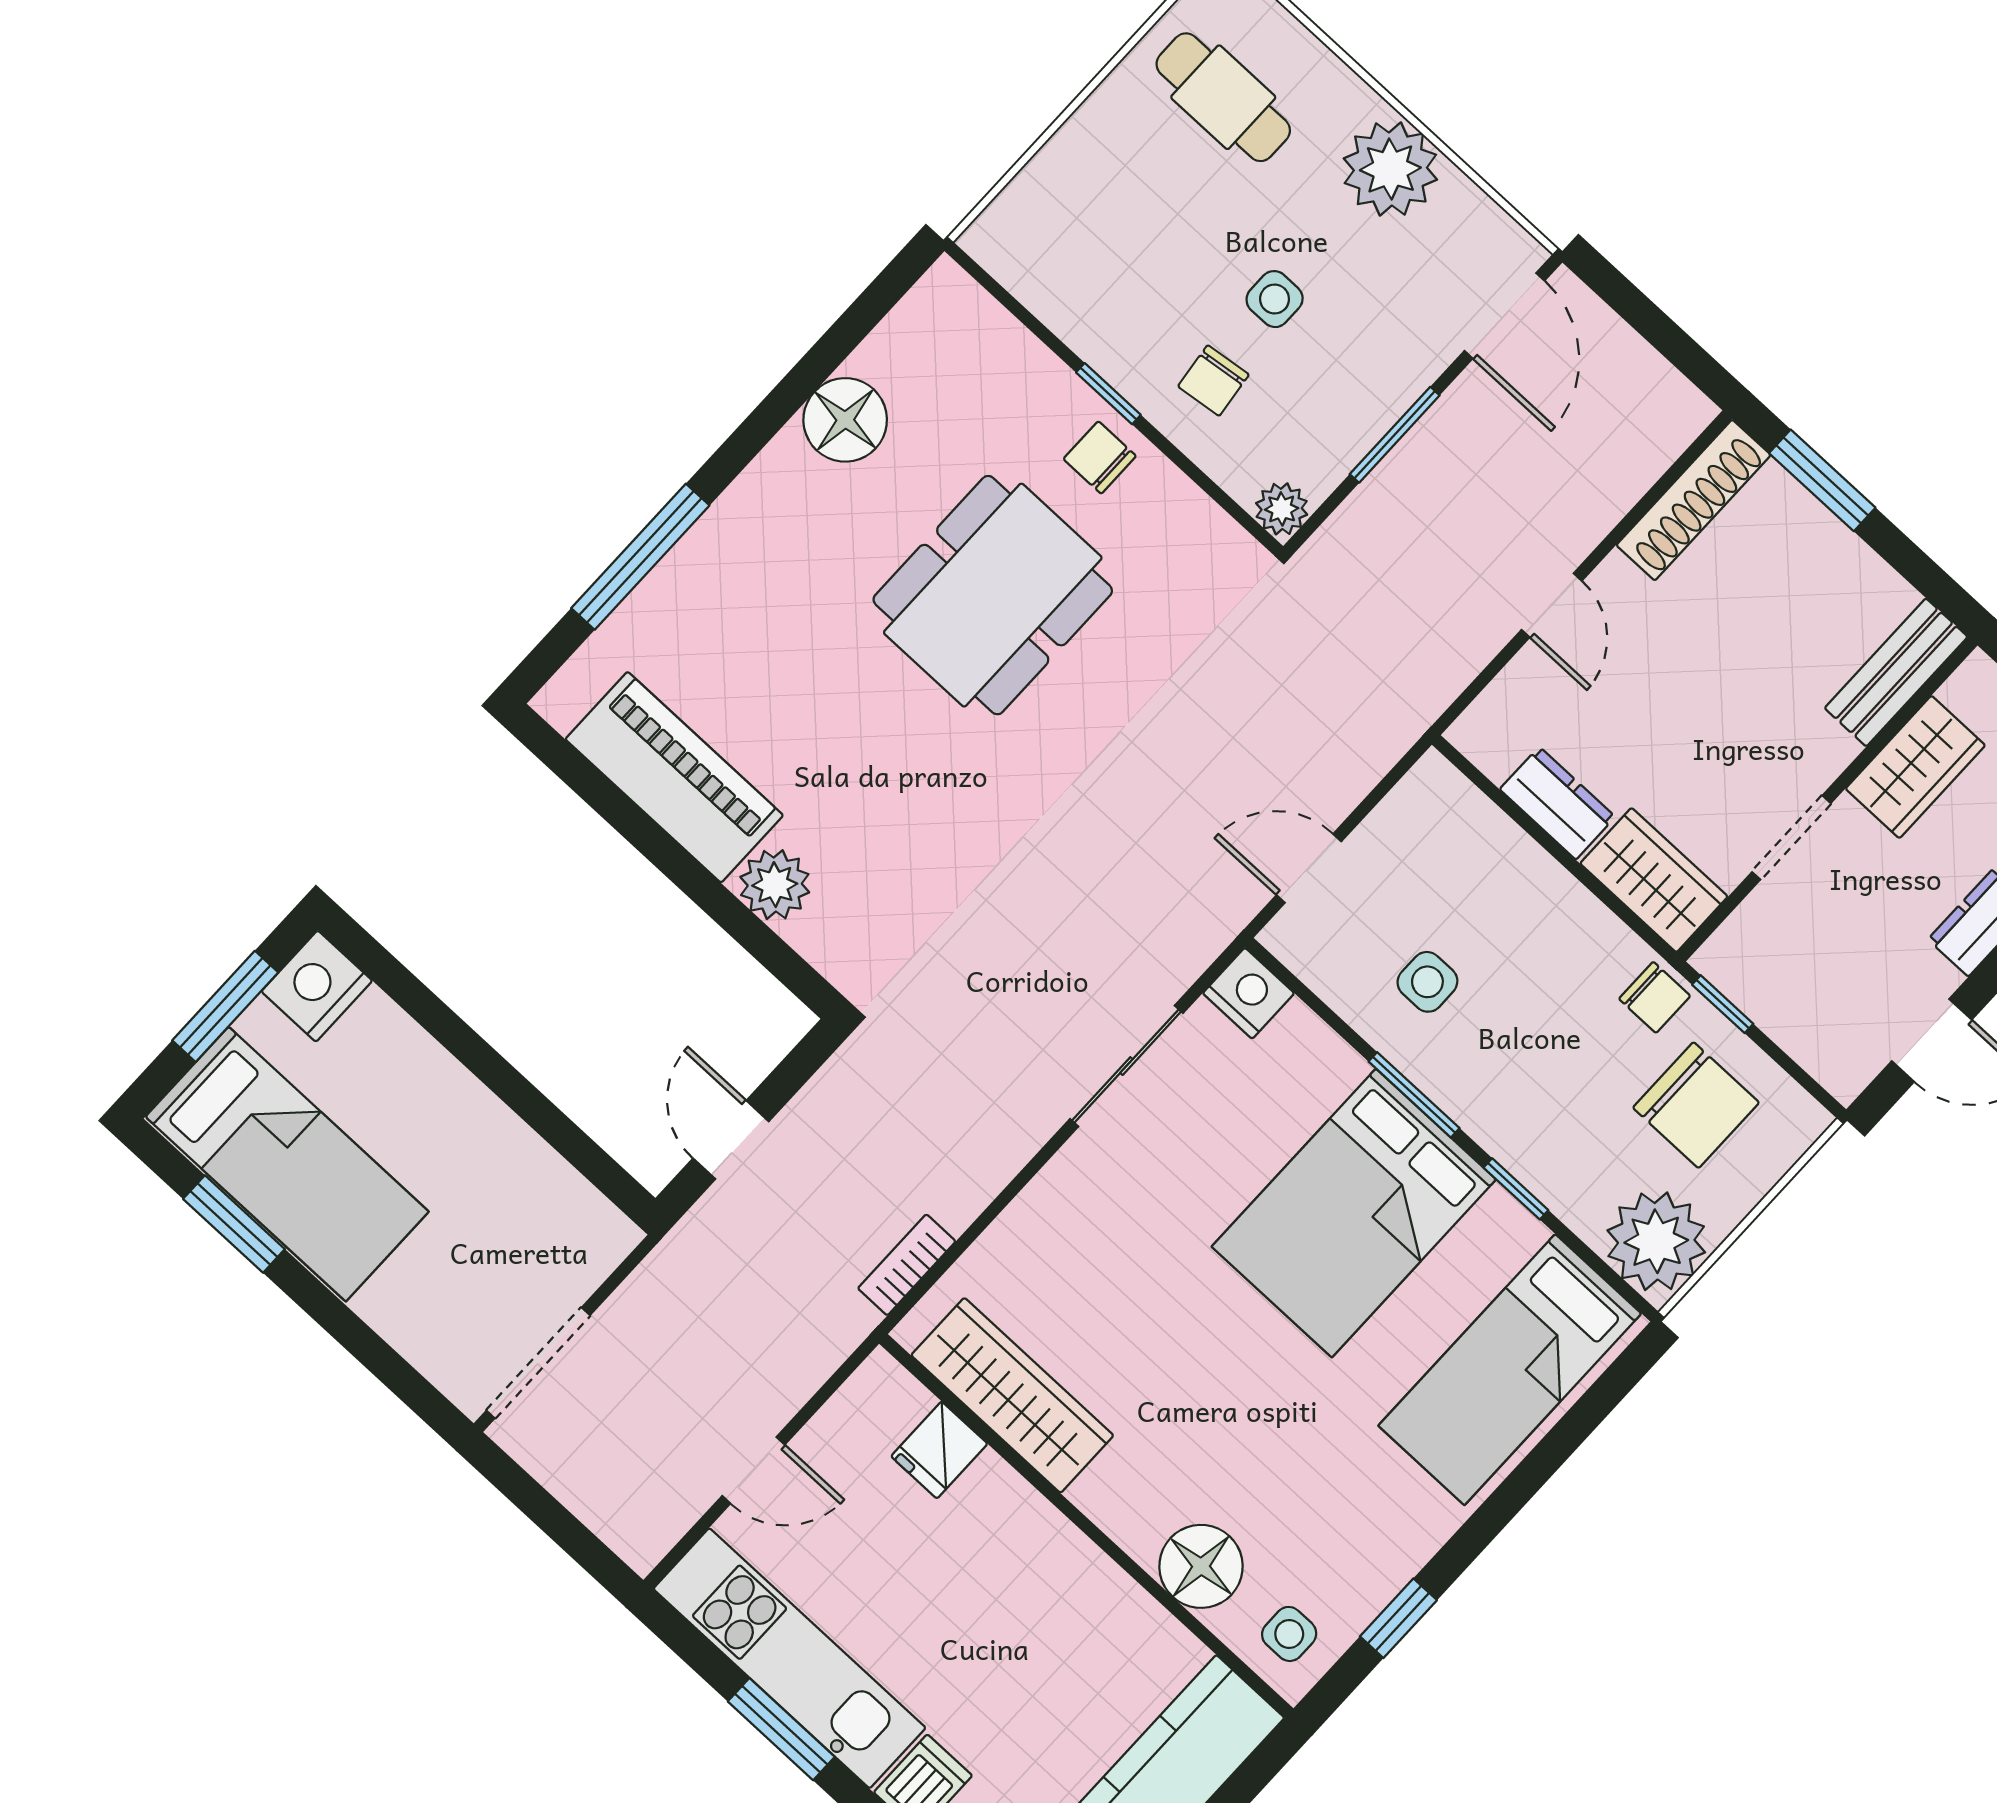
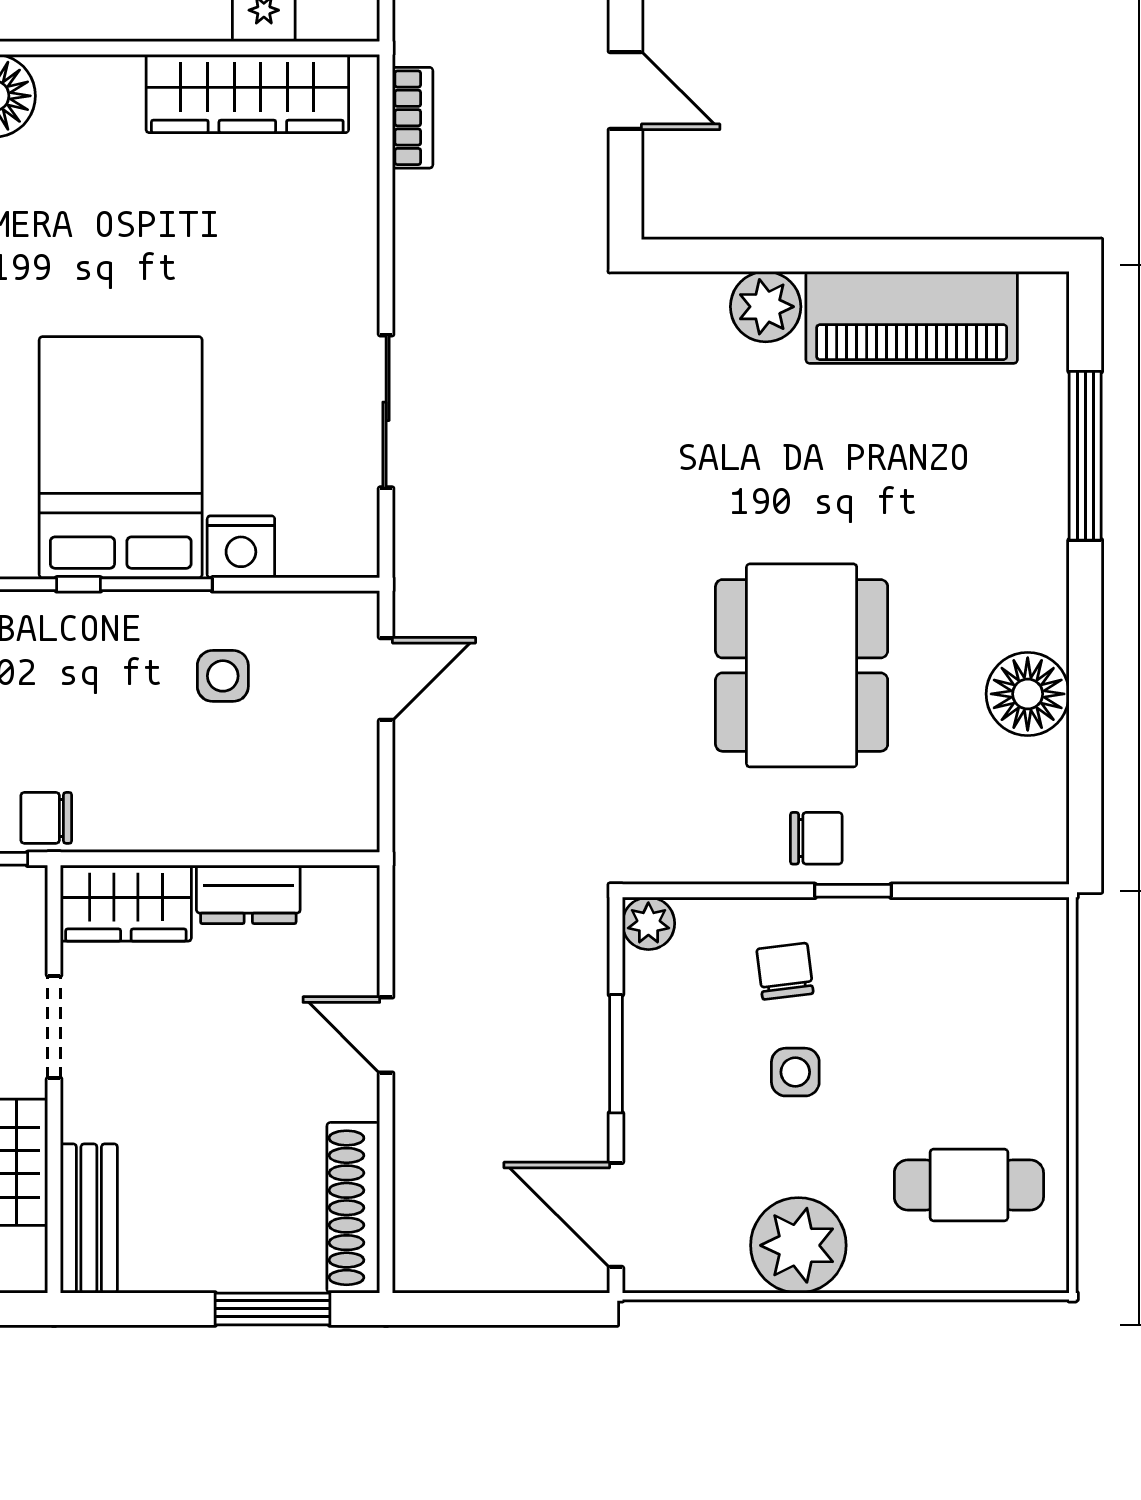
nightstand: (1249, 993) -> (241, 547), moved

